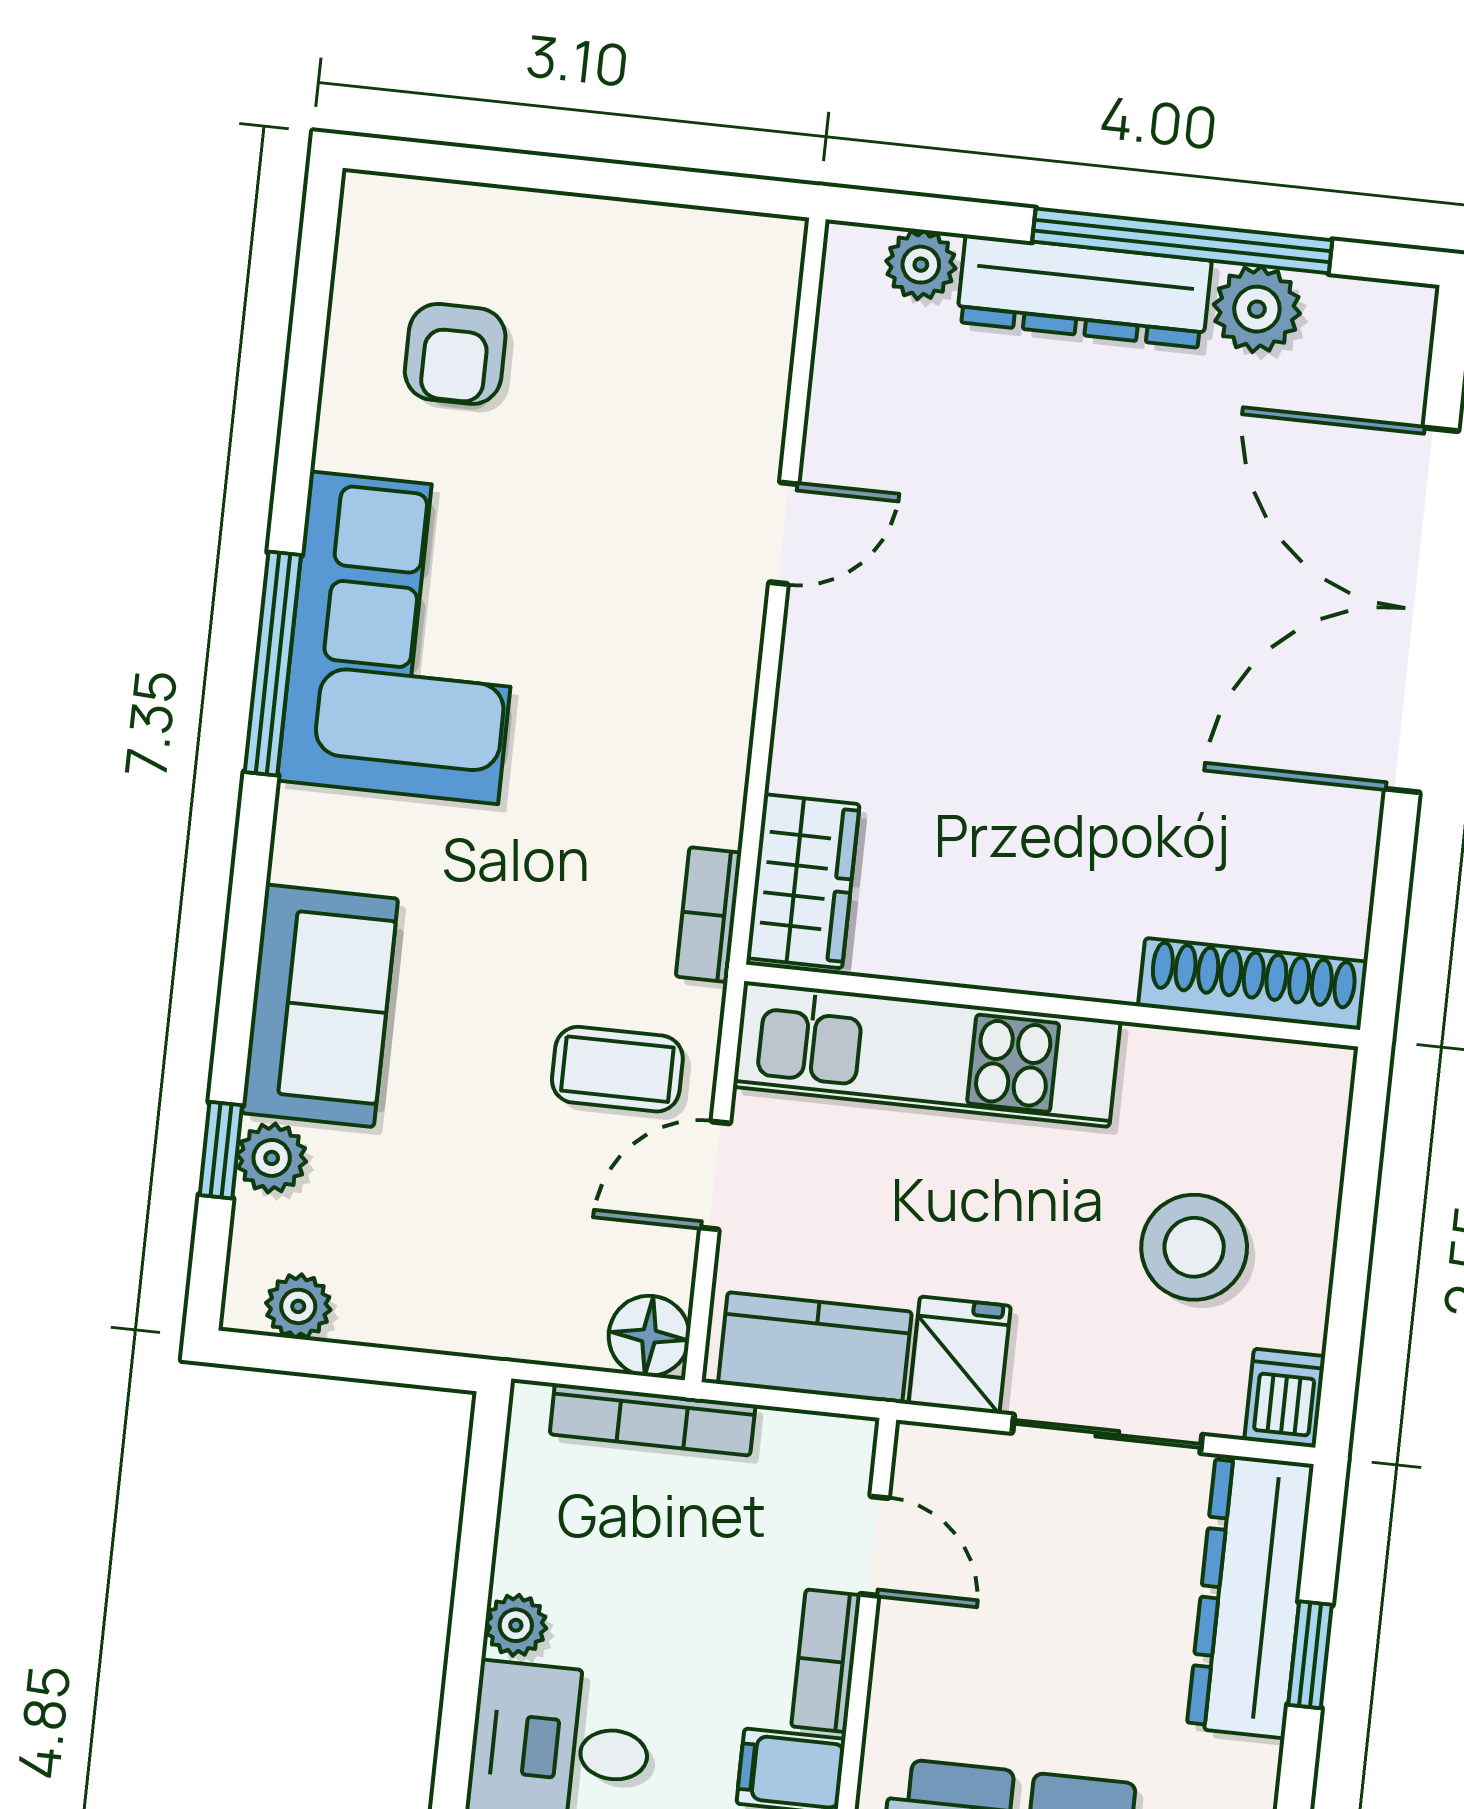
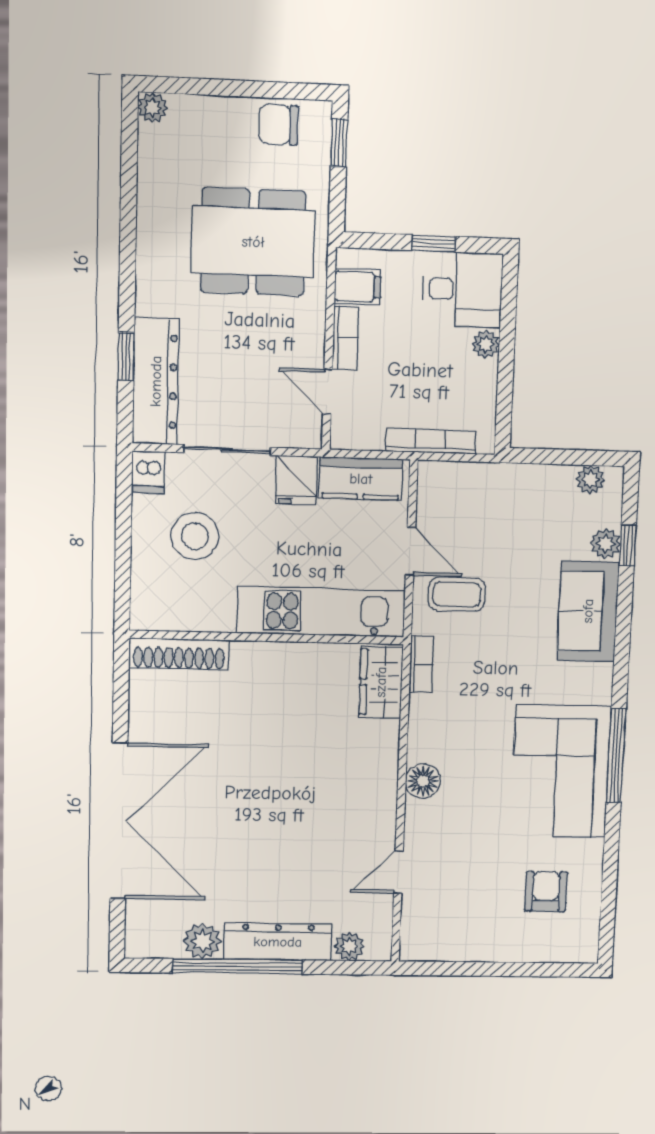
door: (784, 533) -> (398, 872), moved
door: (715, 1175) -> (410, 551), hinge flipped
floor lamp: (649, 1336) -> (423, 781), moved

